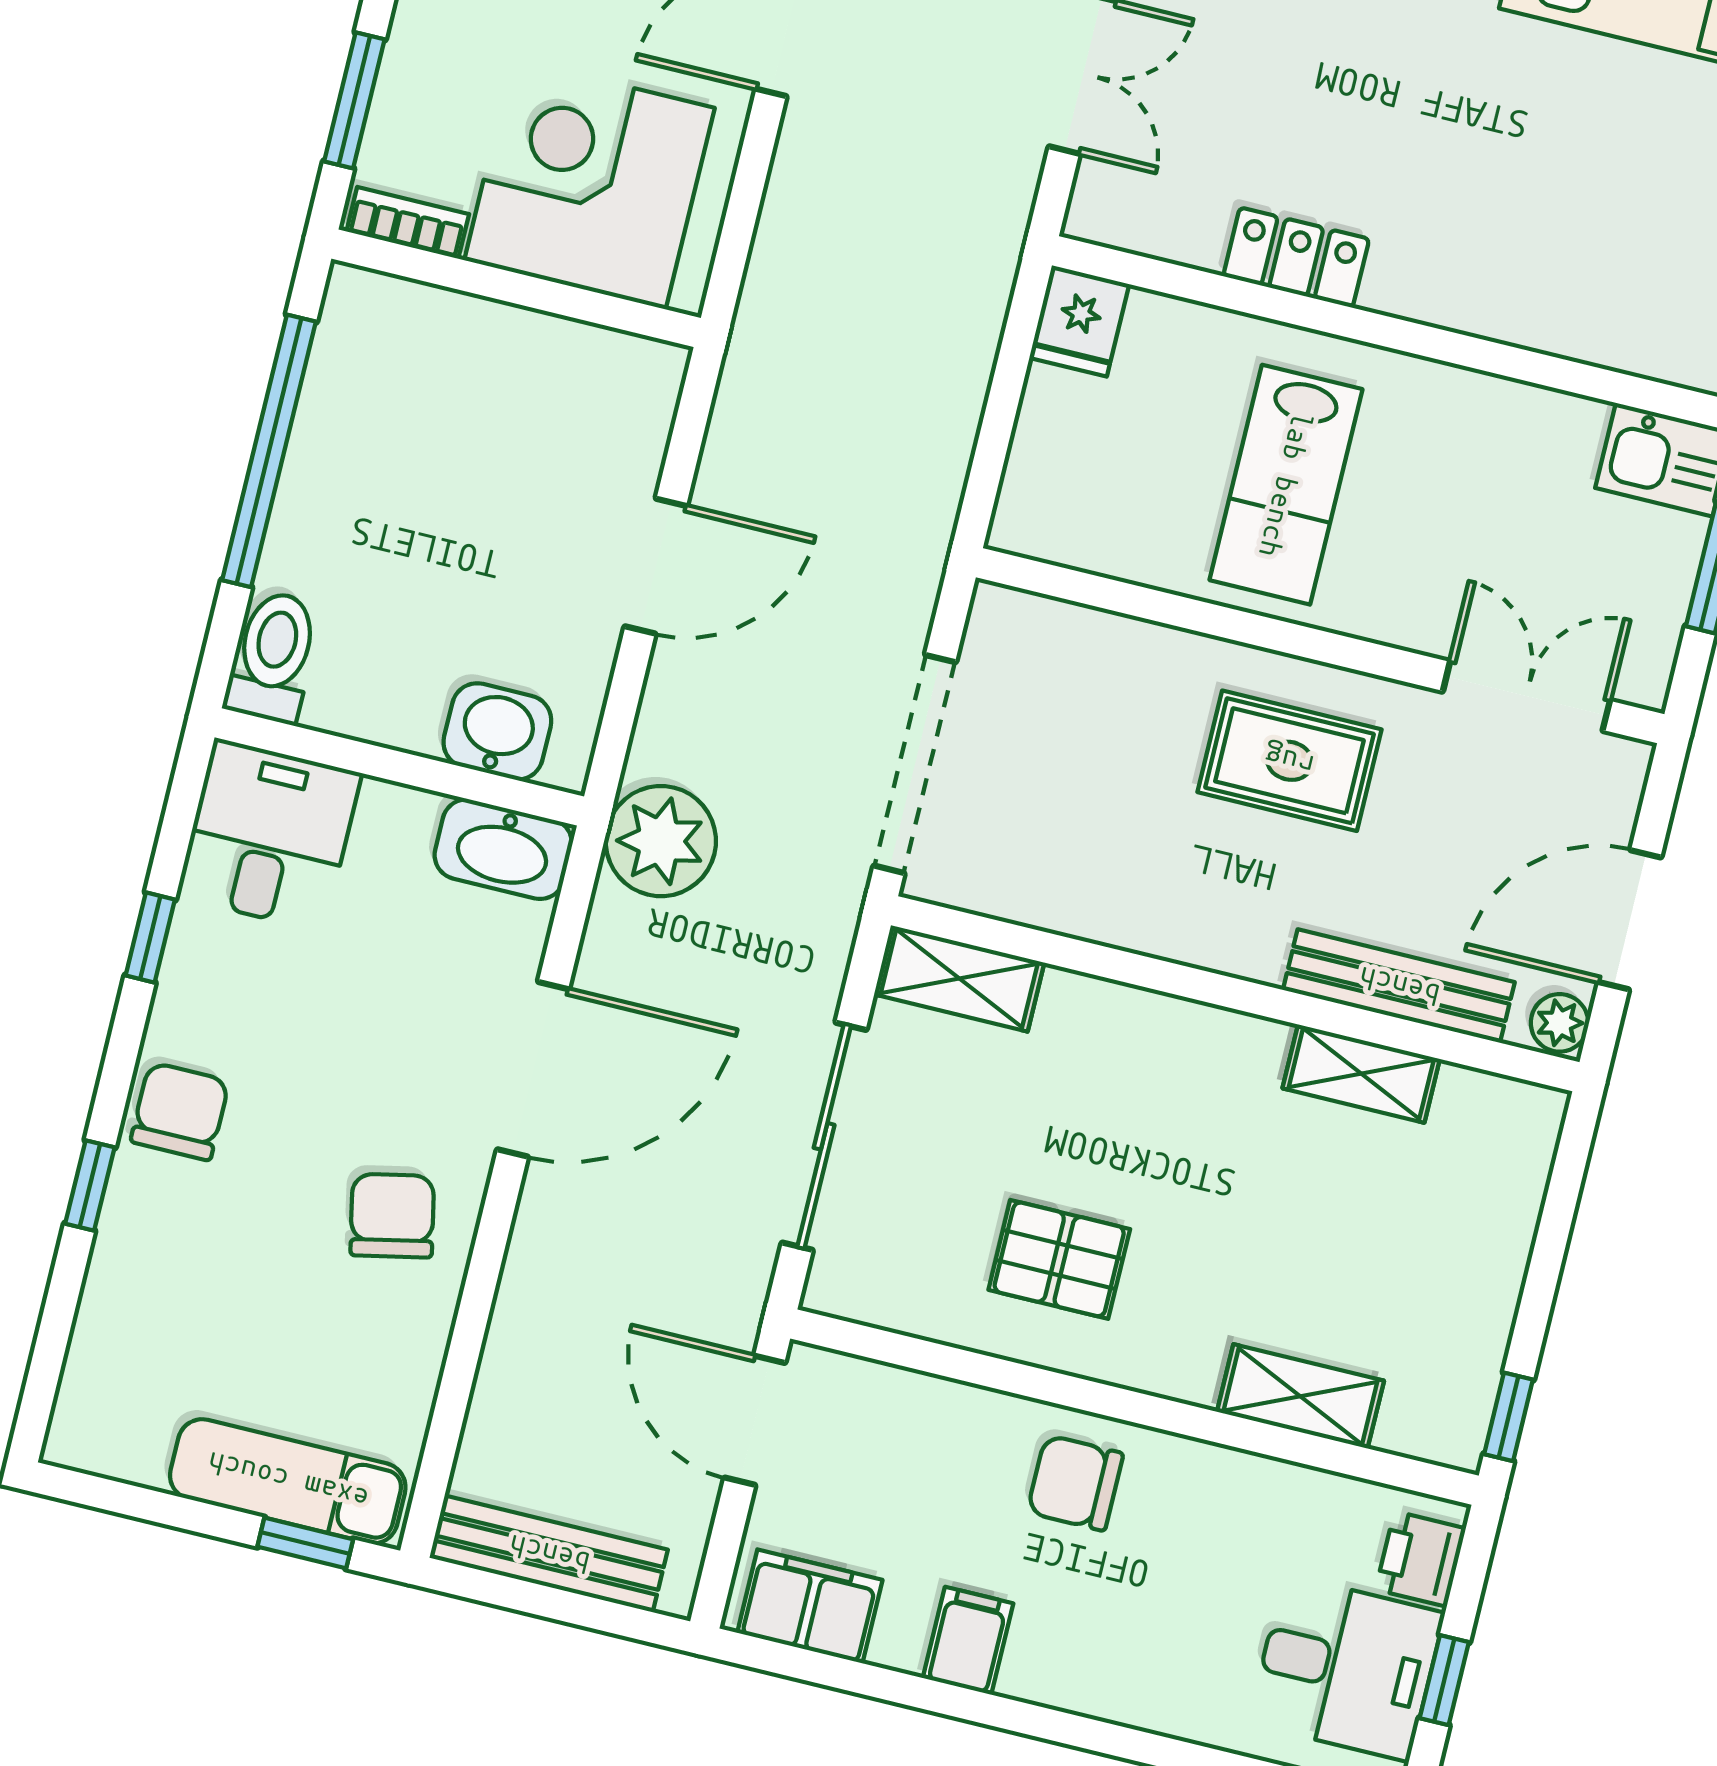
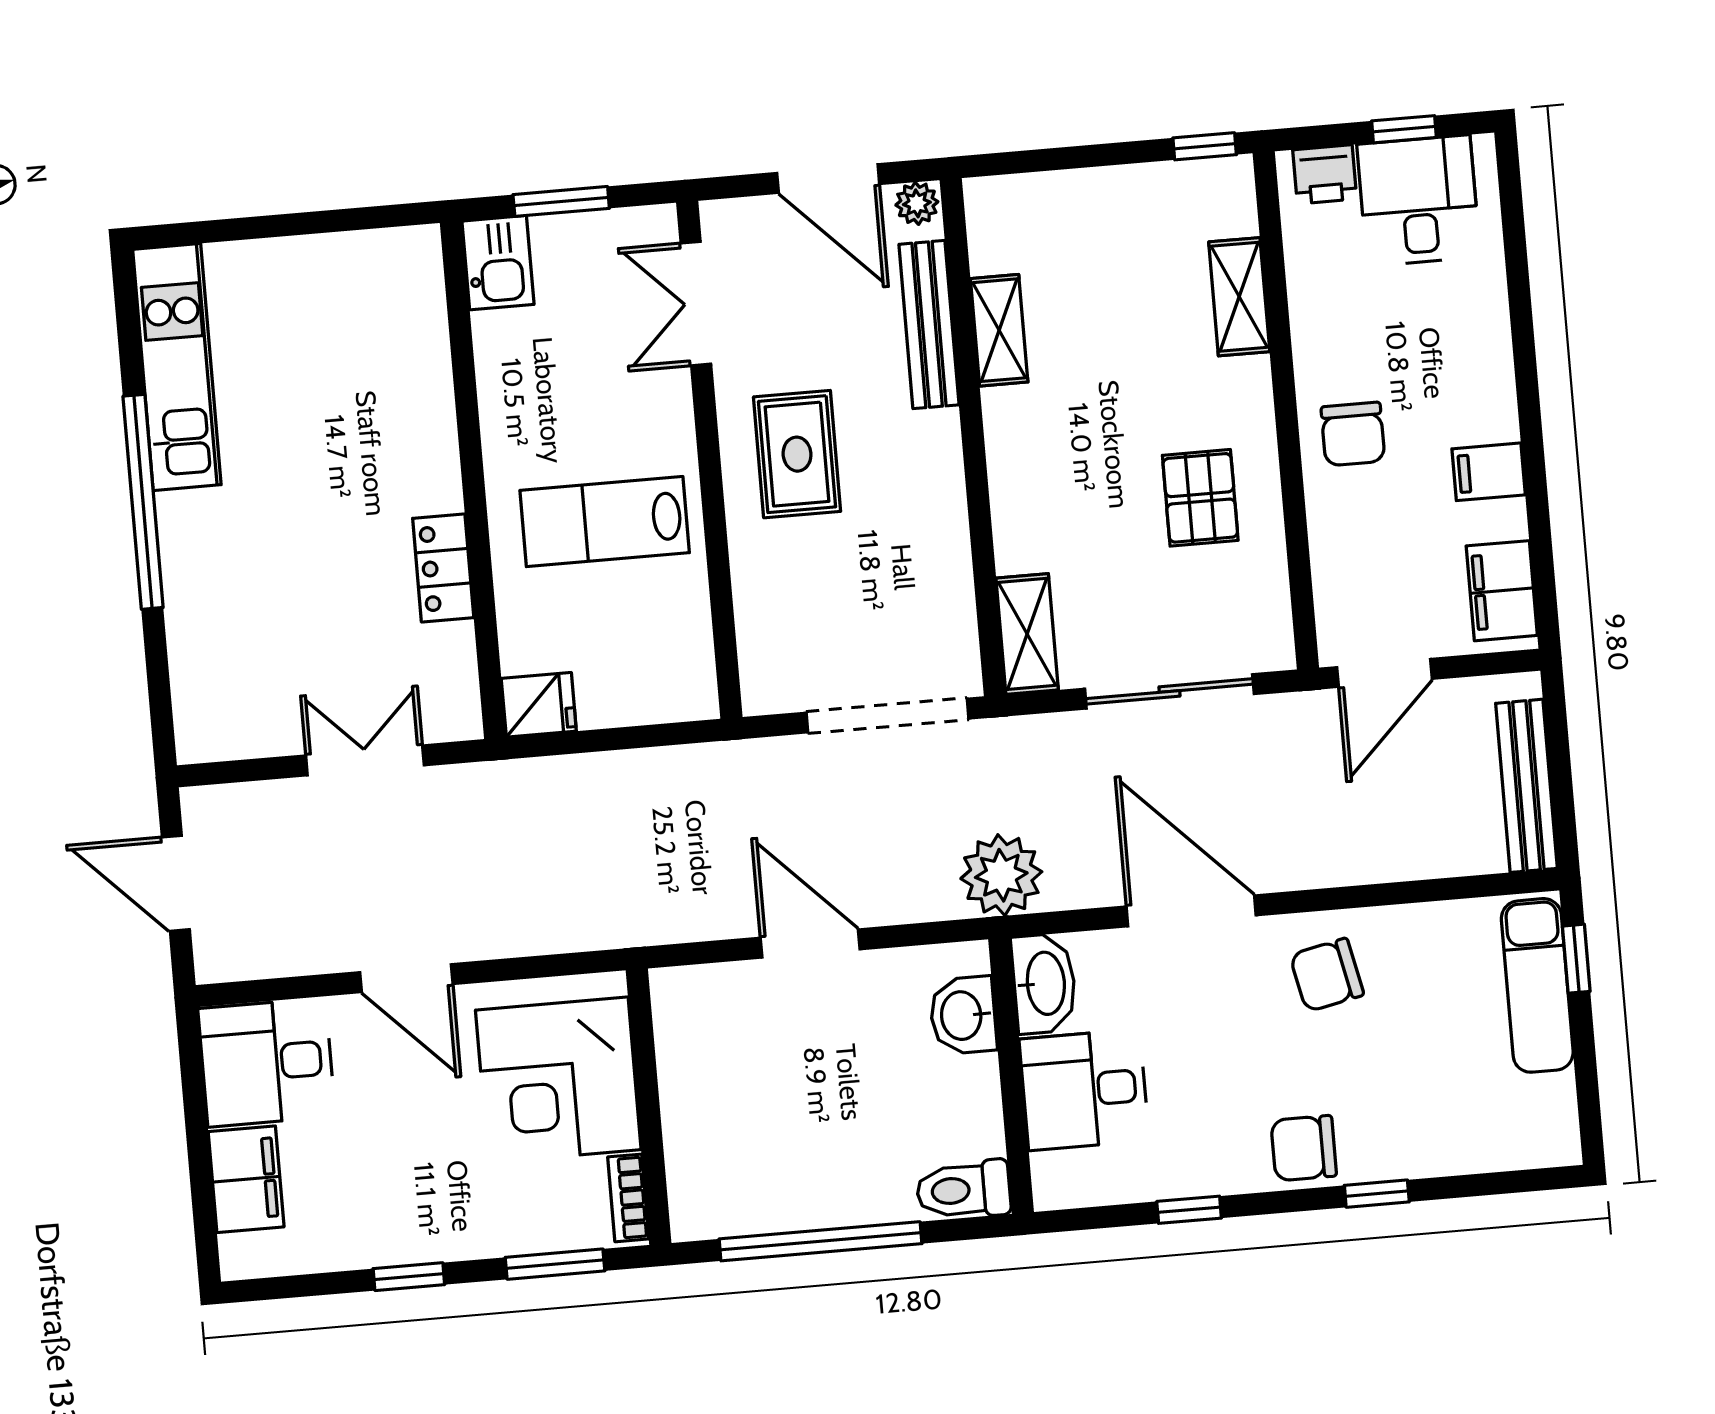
lab bench: (1286, 485) -> (605, 522), turned 180
desk: (269, 835) -> (1084, 1090), moved

